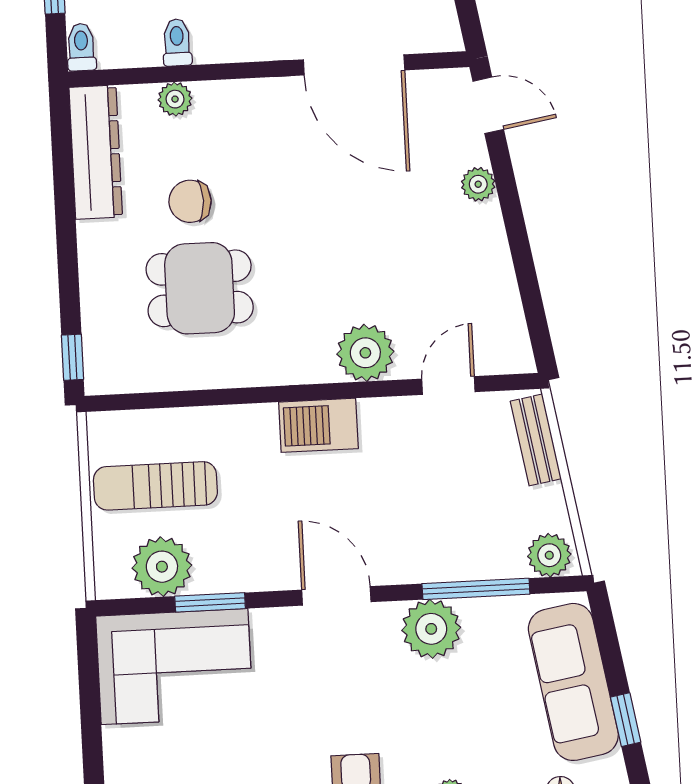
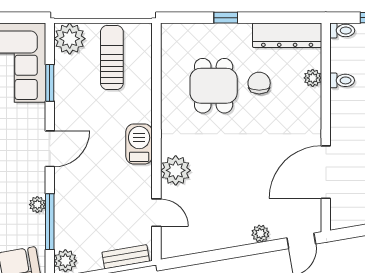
window: (72, 357) -> (226, 18), moved
plant: (162, 567) -> (70, 39), moved
plant: (431, 629) -> (37, 205), width x0.53, depth x0.53

